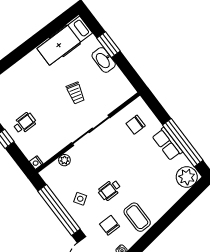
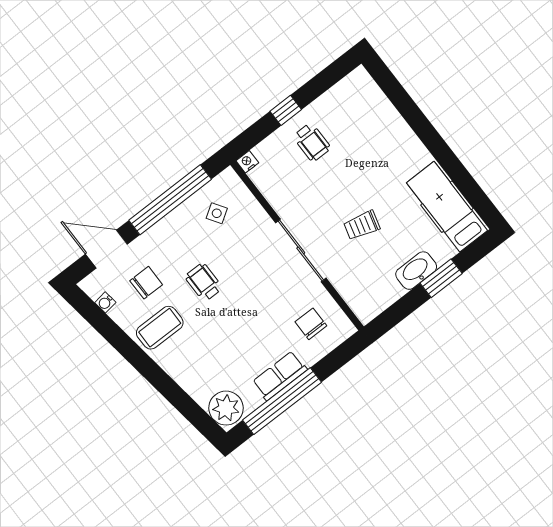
plant: (64, 160) -> (252, 208), removed
side table: (80, 199) -> (217, 213), moved

